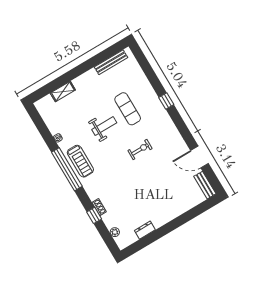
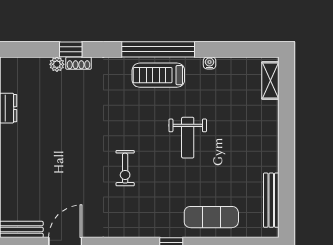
shelving: (63, 91) -> (270, 81), moved
exercise mat: (128, 109) -> (211, 217), moved
plant: (115, 232) -> (57, 64), moved

